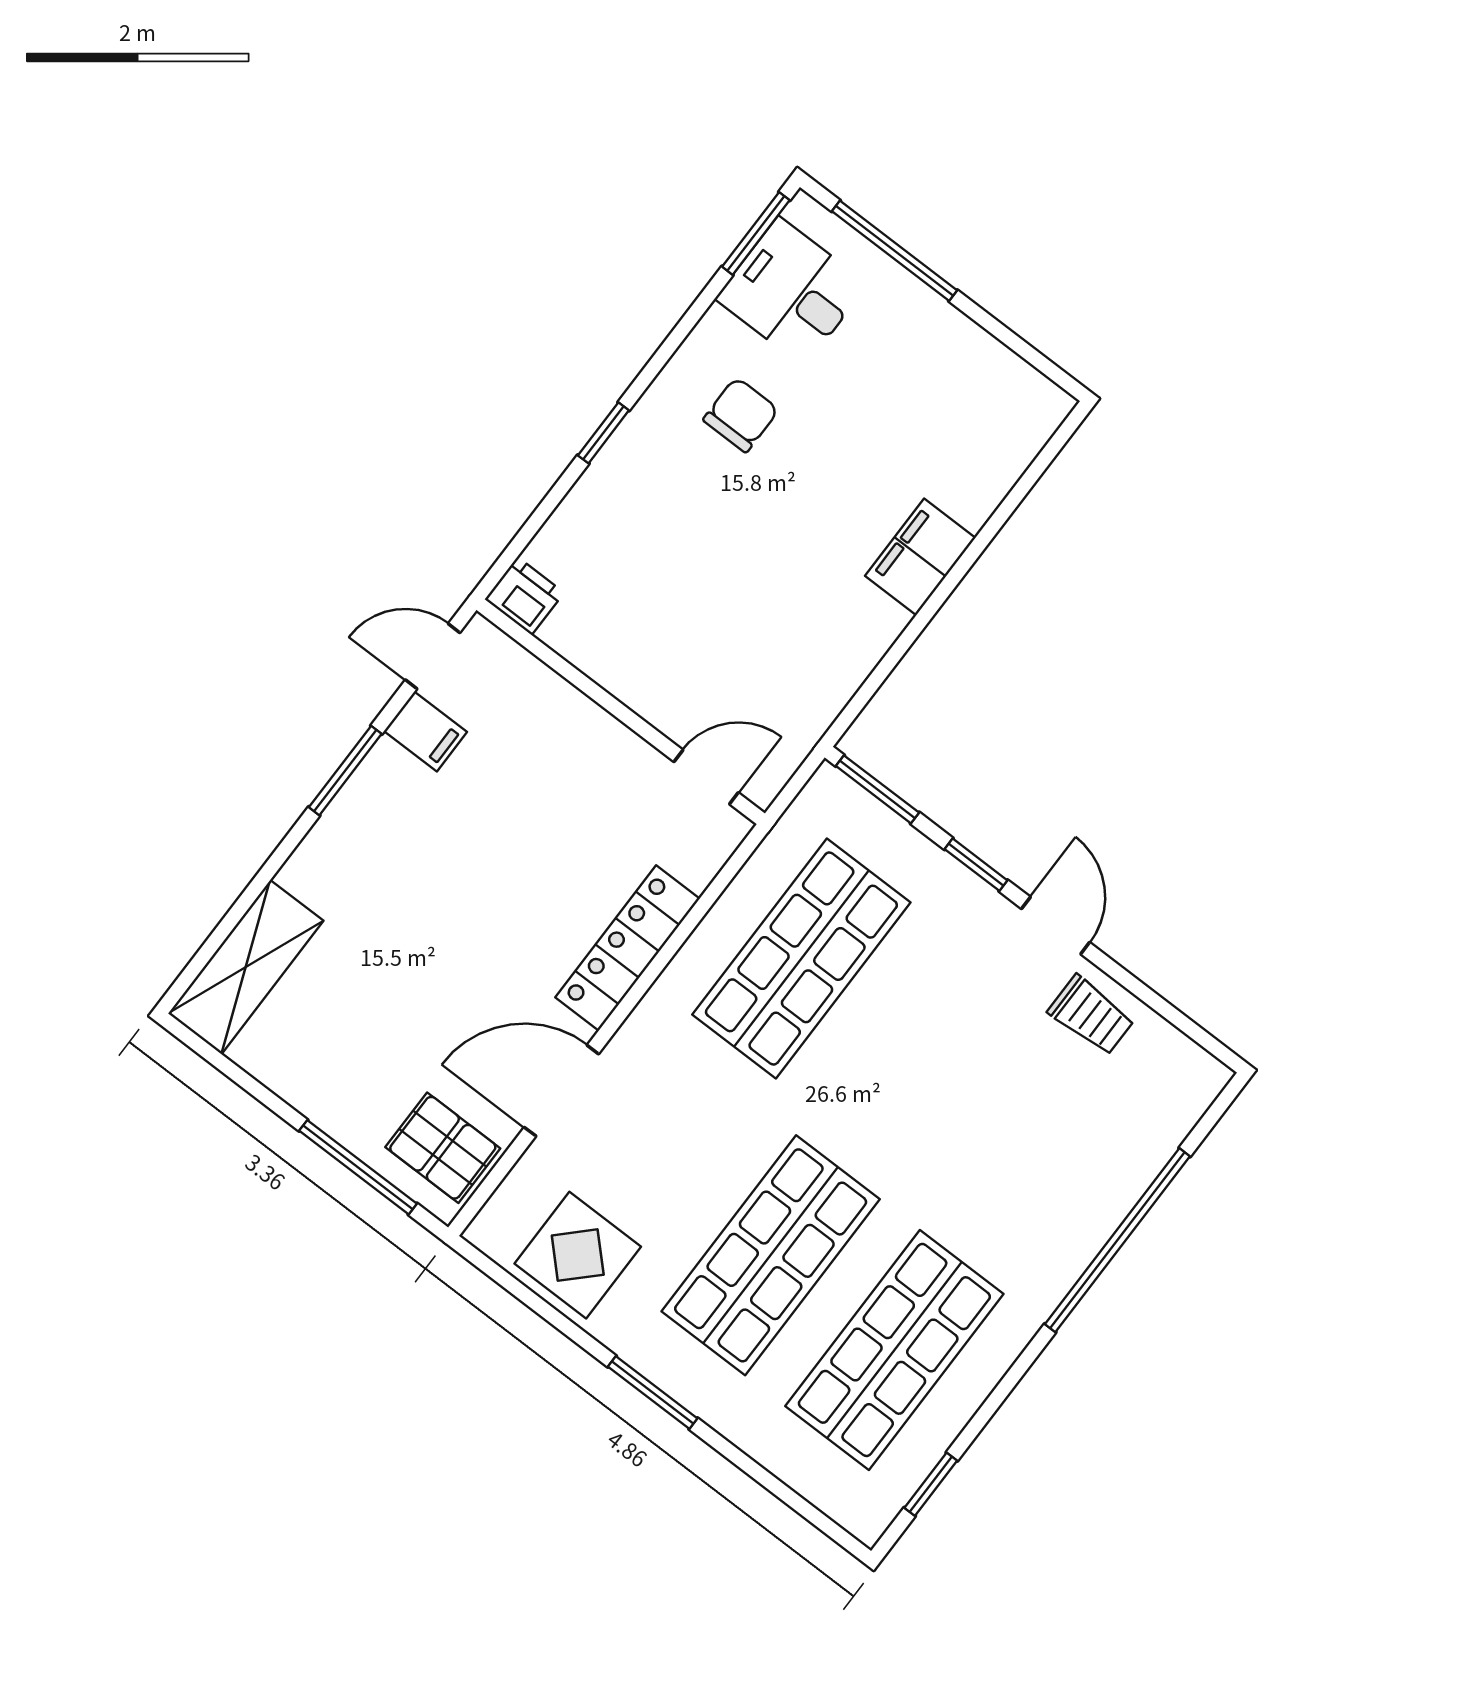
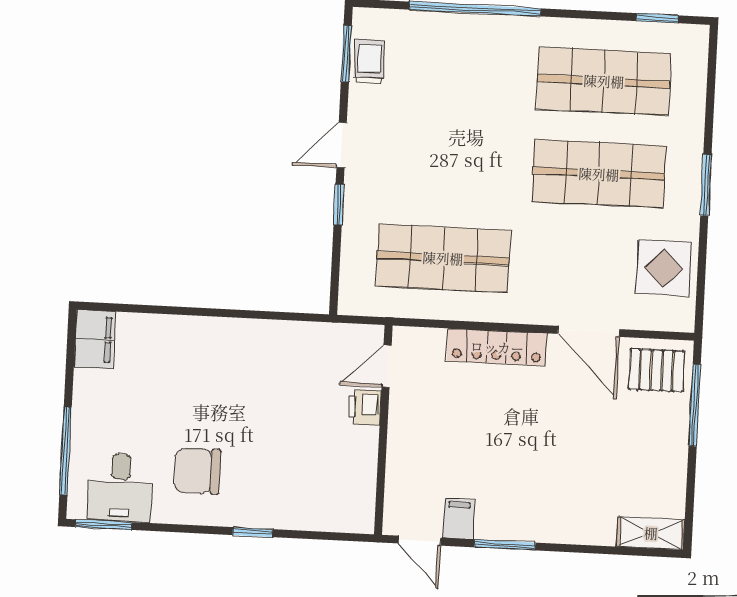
chair: (741, 415) -> (198, 471), width x1.37, depth x1.37
filing cabinet: (920, 557) -> (94, 339), moved, turned -90
printer: (524, 596) -> (364, 407), moved
door: (706, 777) -> (387, 366), hinge flipped
window: (877, 789) -> (346, 54), moved
shelving: (246, 967) -> (651, 533), width x0.67, depth x0.75
trolley: (1091, 1015) -> (369, 62), moved
pallet: (443, 1148) -> (657, 370), turned 90

